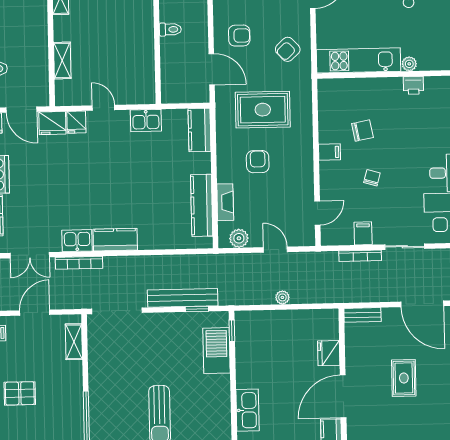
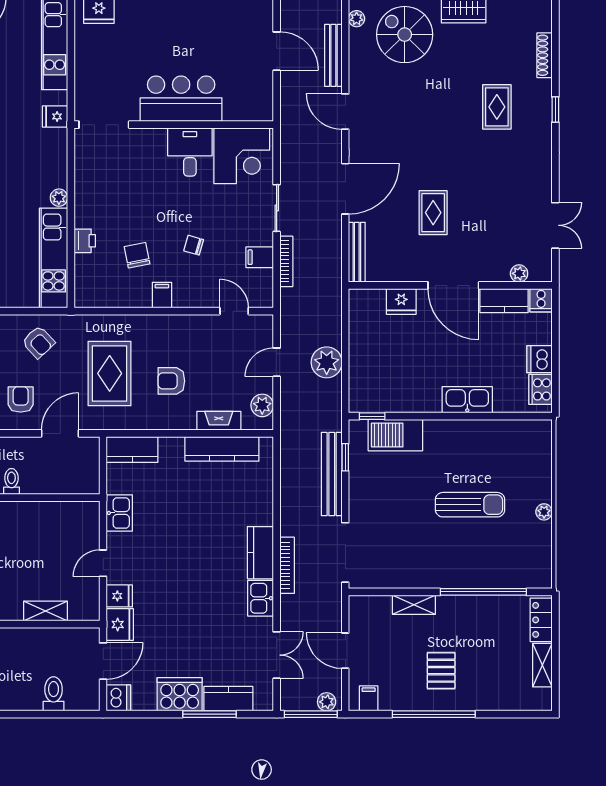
printer: (413, 85) -> (85, 241), moved
bookcase: (79, 263) -> (287, 565), moved
plant: (282, 297) -> (327, 362), width x1.88, depth x1.88
bench: (362, 315) -> (357, 252), width x1.36
shelving: (74, 342) -> (414, 605), moved
rug: (404, 378) -> (433, 213), turned 90

